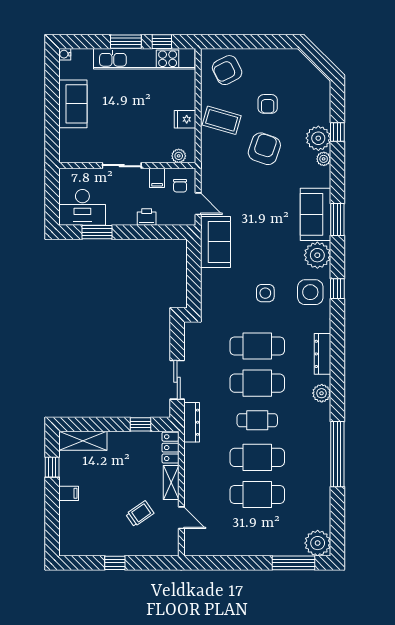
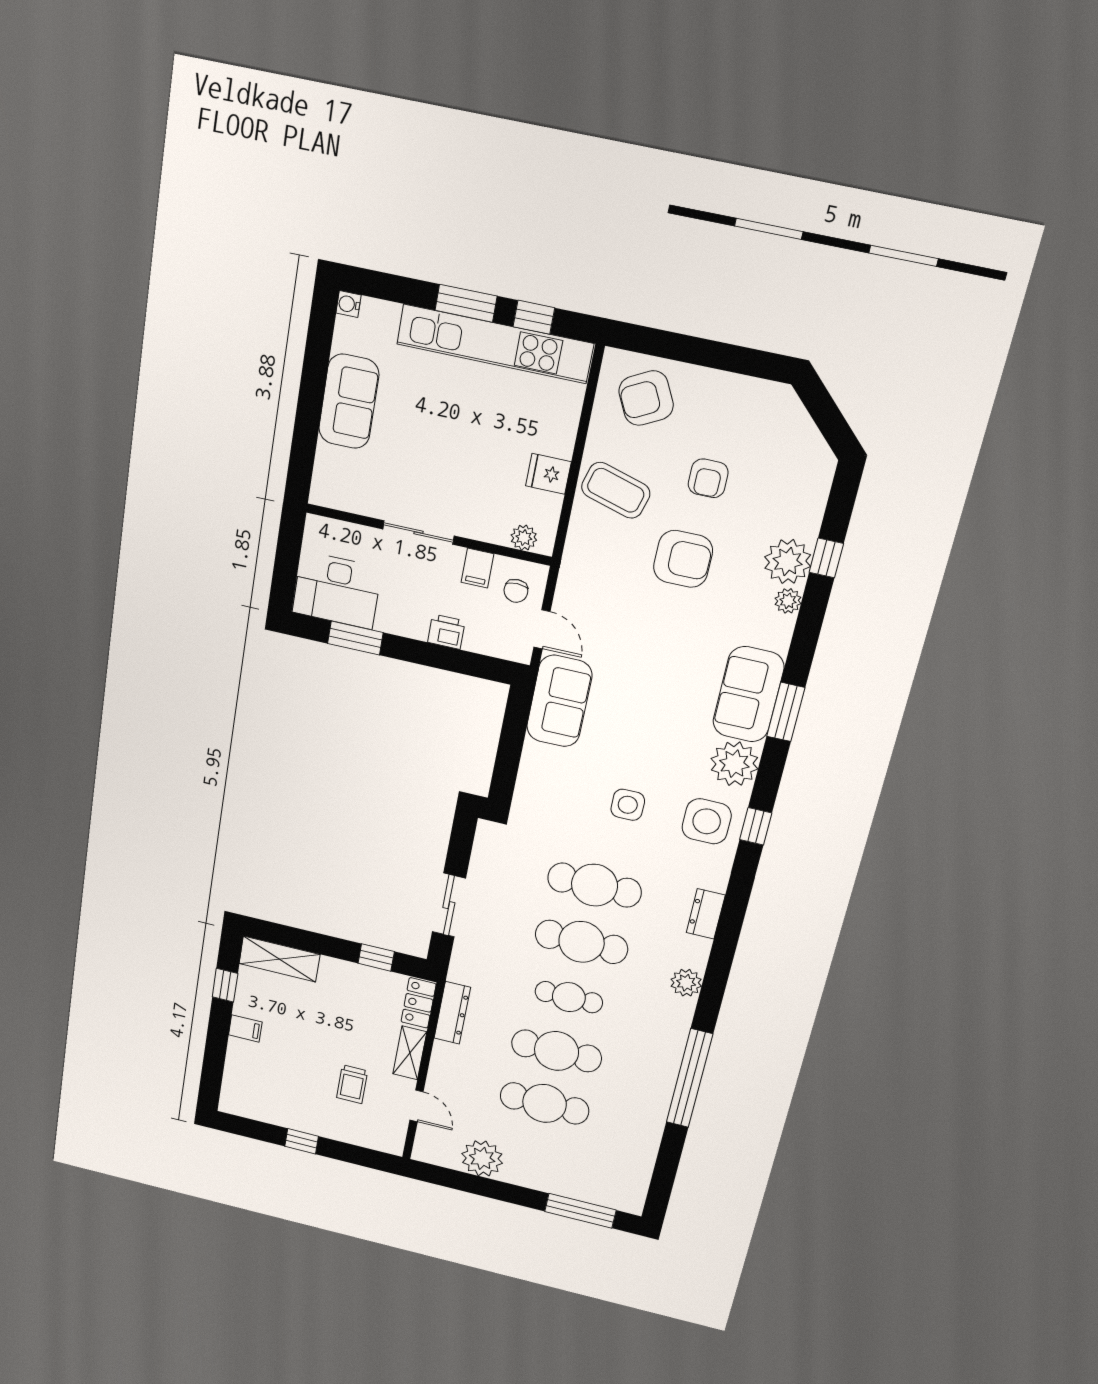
armchair: (264, 149) -> (683, 559), turned 71
dresser: (323, 354) -> (706, 914), width x0.70
dresser: (192, 422) -> (452, 1013), moved
trolley: (140, 514) -> (352, 1084), turned 125
plant: (318, 543) -> (482, 1158), moved

